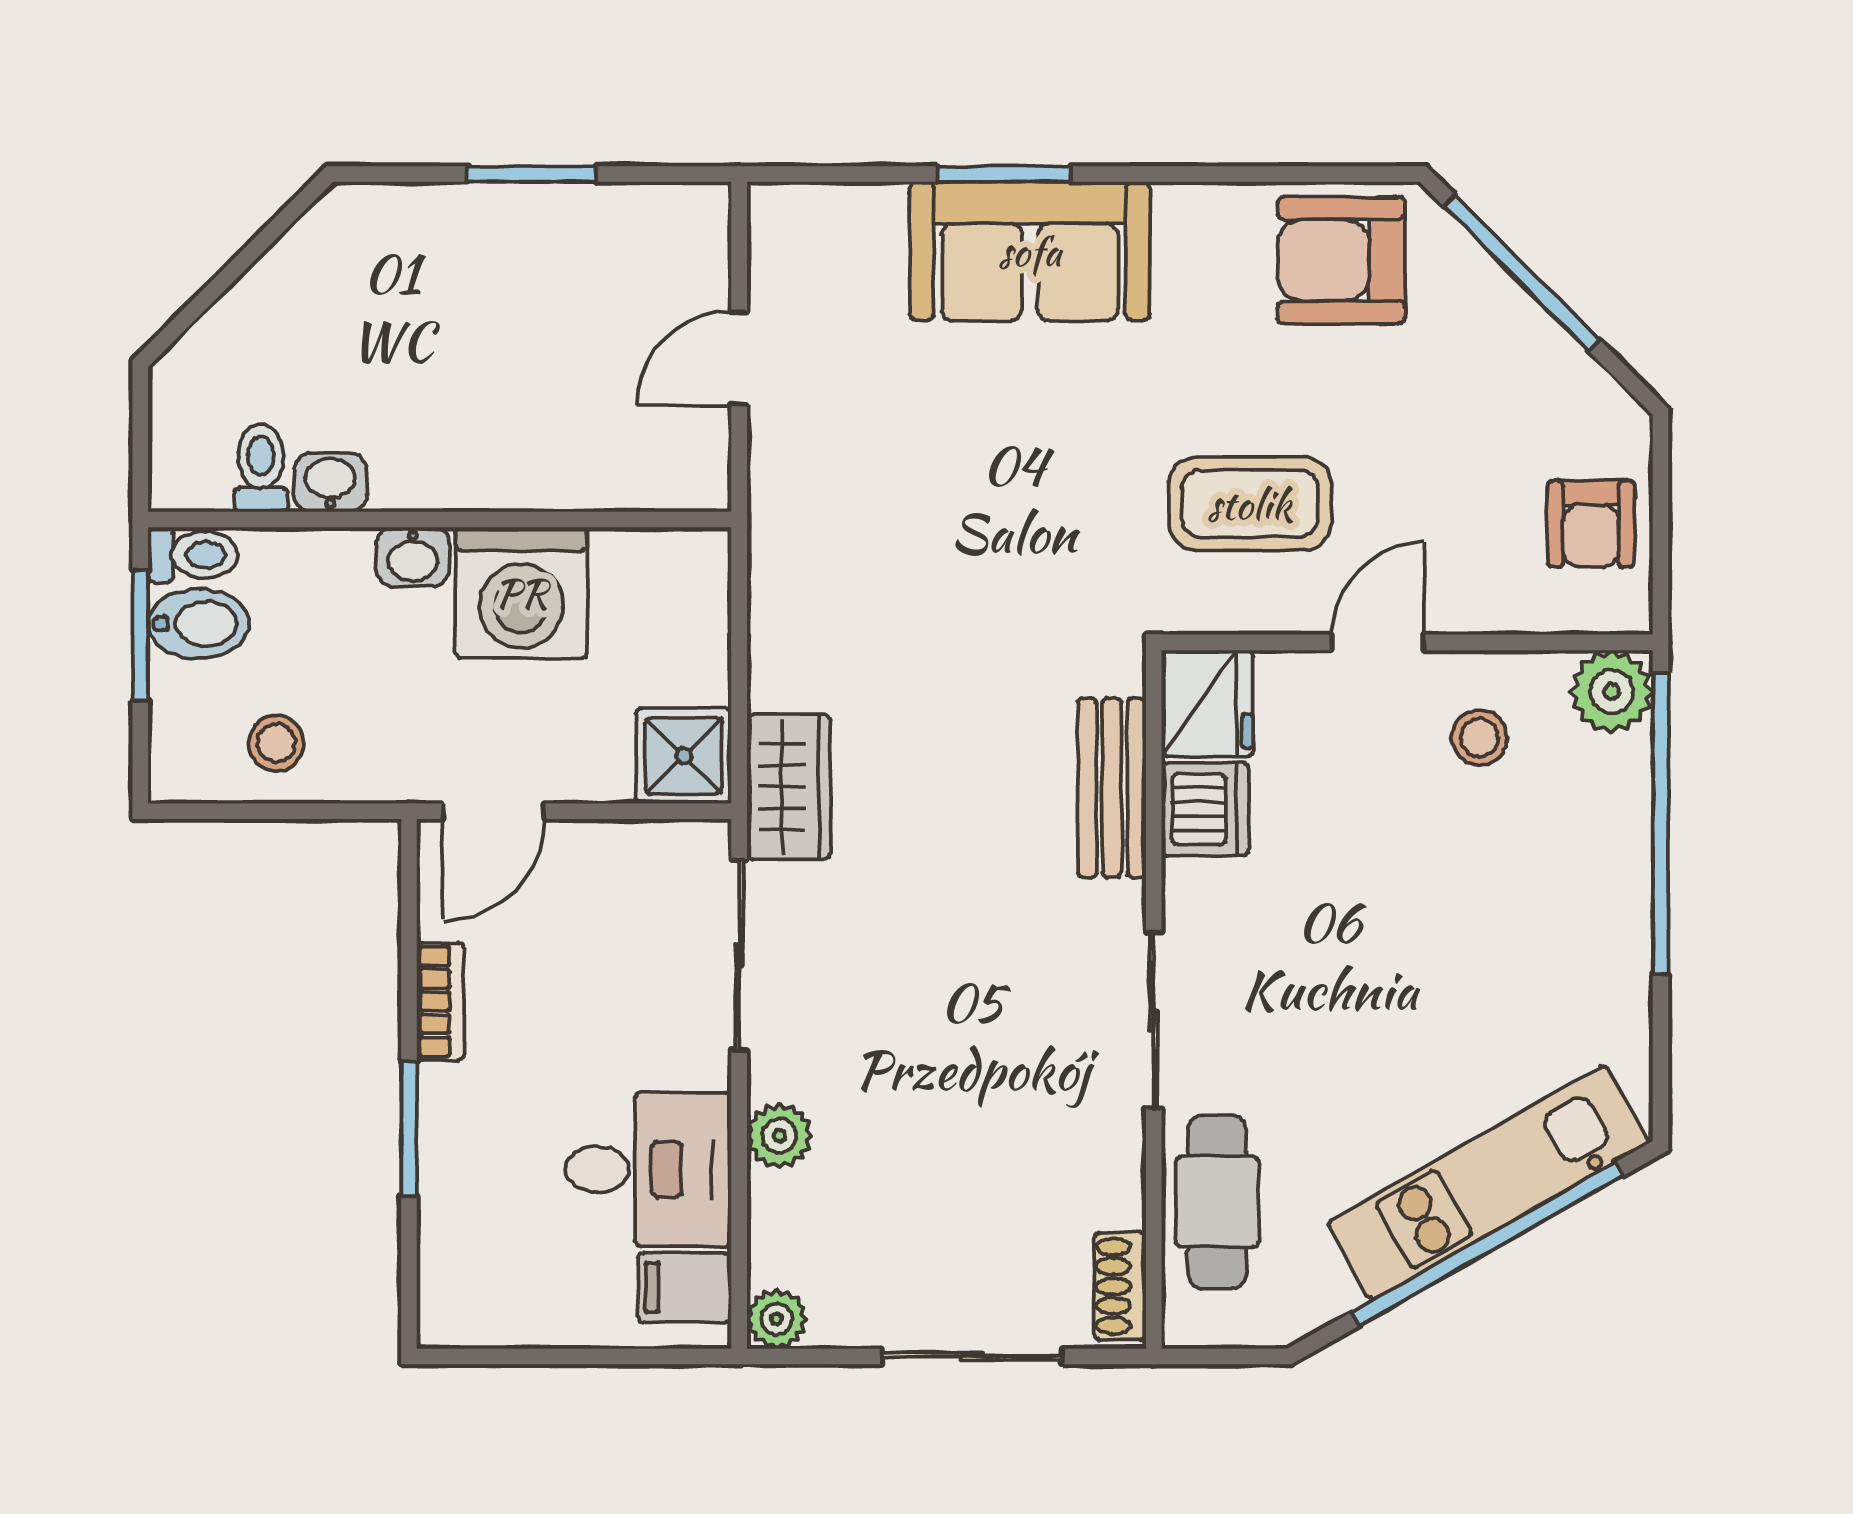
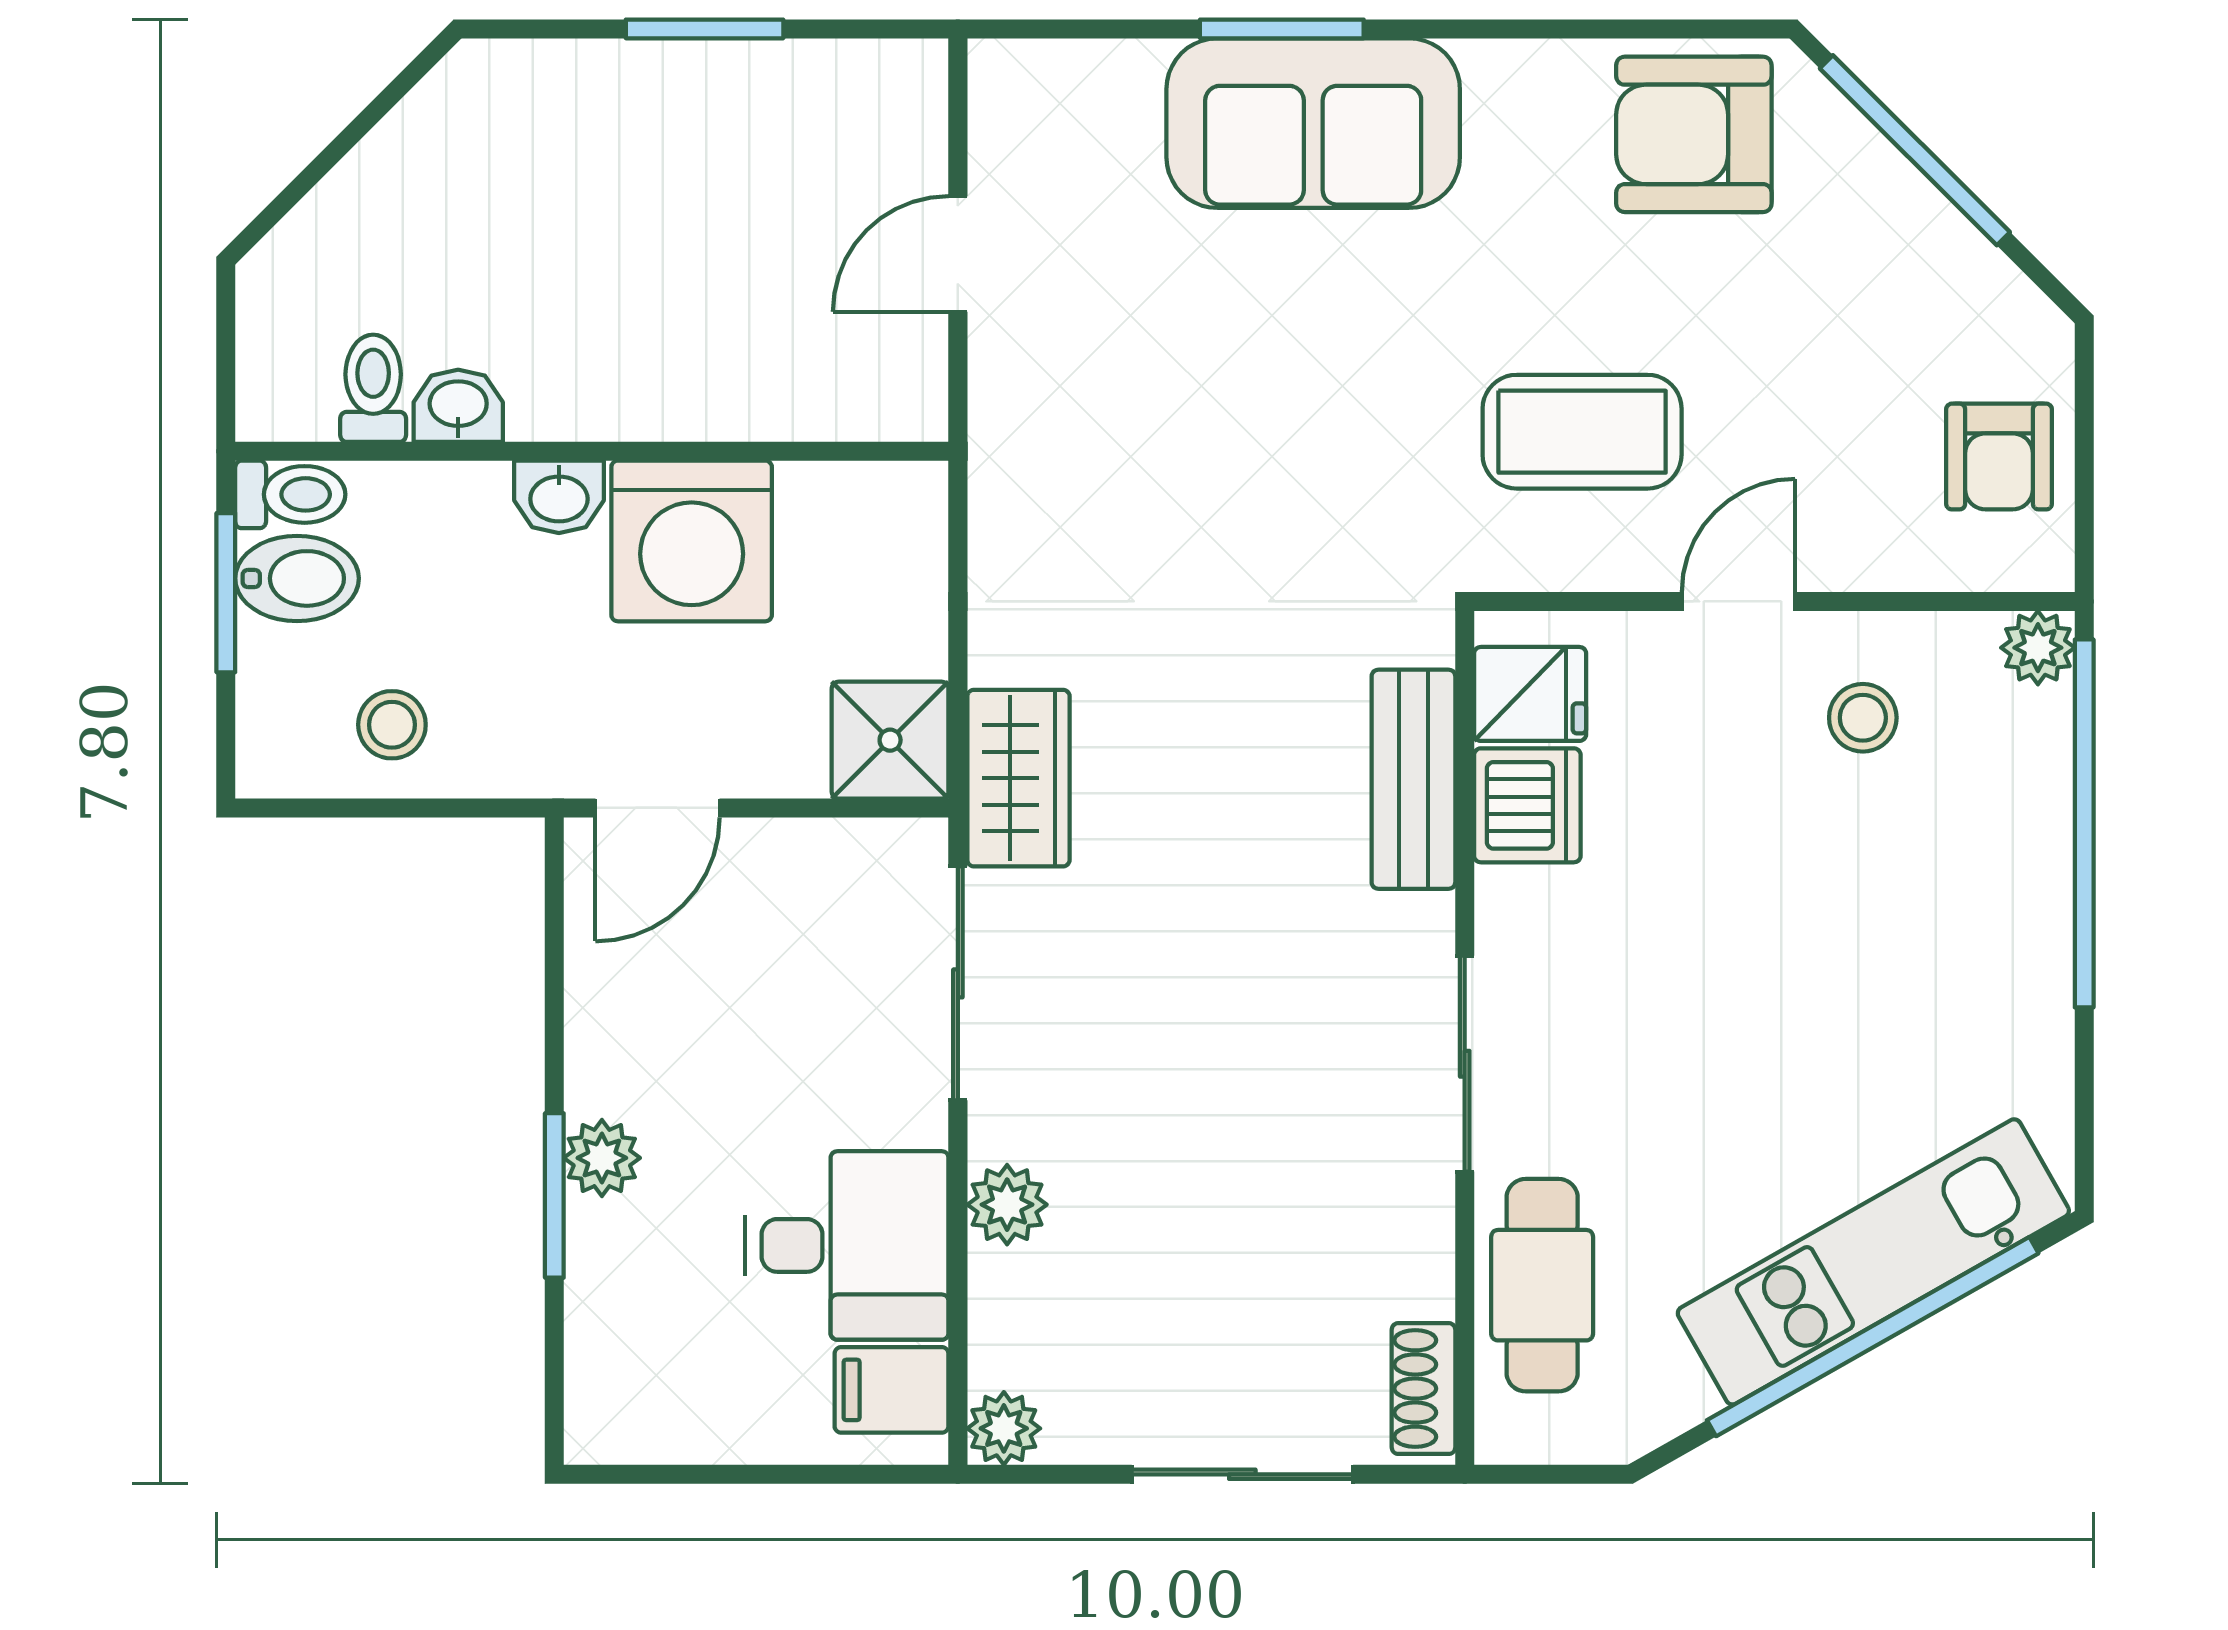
plant: (1611, 691) -> (2038, 648), width x0.73, depth x0.73
fridge: (1207, 703) -> (1530, 694), width x0.72
bookcase: (440, 1001) -> (592, 1040), removed
plant: (448, 1098) -> (602, 1158), added

